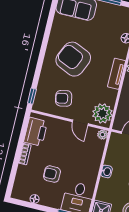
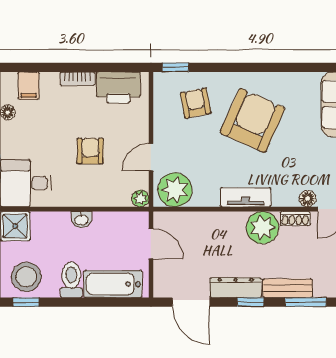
armchair: (64, 98) -> (196, 103), moved
armchair: (52, 174) -> (90, 151), moved
filing cabinet: (22, 183) -> (28, 86), added

